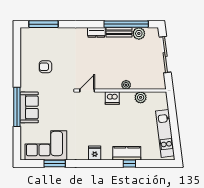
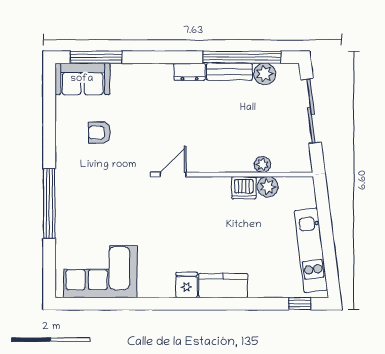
plant: (126, 85) -> (262, 165), moved
dishwasher: (112, 98) -> (244, 188), moved
sofa: (29, 107) -> (82, 79), moved, turned 90
kitchen counter: (127, 153) -> (223, 286), moved
window: (55, 164) -> (116, 304), removed
window: (129, 164) -> (300, 304), moved

